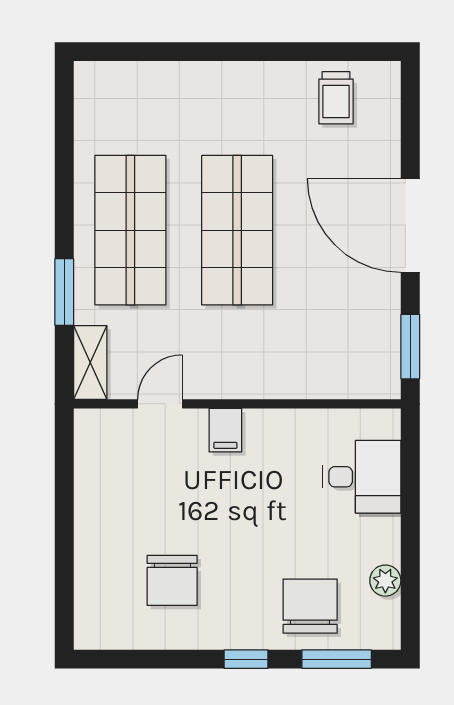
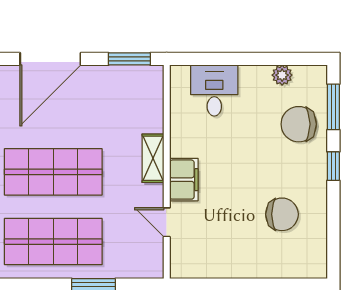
shelving: (90, 363) -> (153, 158), moved, turned 90
filing cabinet: (225, 430) -> (184, 180), width x2.00

